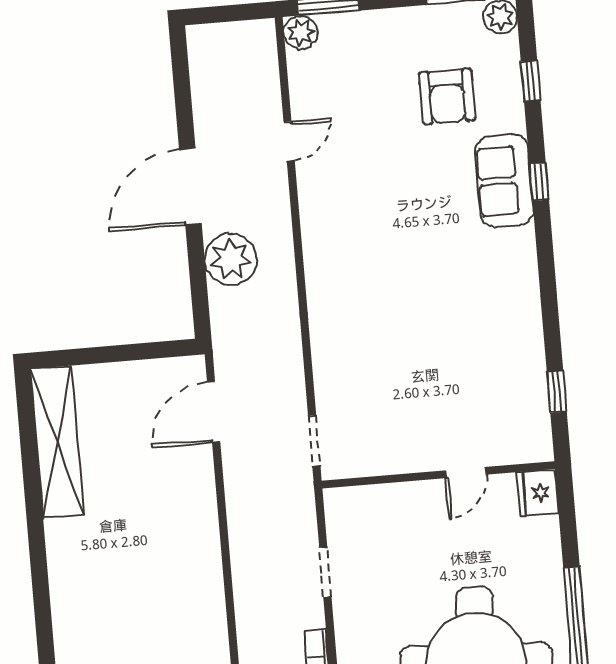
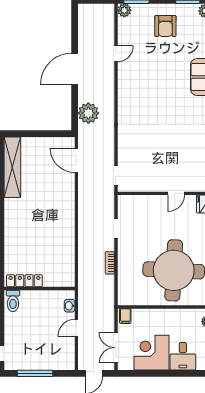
armchair: (447, 96) -> (165, 26), moved
plant: (231, 259) -> (88, 113), moved
door: (214, 412) -> (76, 160), hinge flipped

